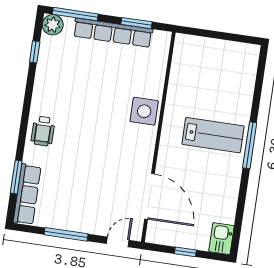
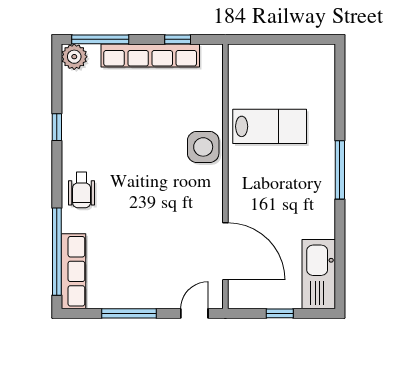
window: (136, 23) -> (178, 39), width x0.67
window: (35, 52) -> (57, 127), moved
lab bench: (213, 135) -> (270, 126), moved
window: (16, 177) -> (57, 252), width x2.11
kitchen sink: (221, 239) -> (319, 274), width x1.88, depth x1.24

